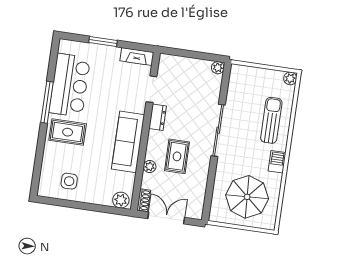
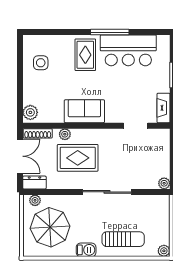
dresser: (158, 117) -> (34, 183), moved, turned 180
sofa: (128, 142) -> (84, 111), width x0.73
rug: (177, 156) -> (78, 158), width x1.36, depth x1.43
shoe rack: (144, 200) -> (38, 133), width x1.43
plant: (216, 209) -> (35, 200), added

